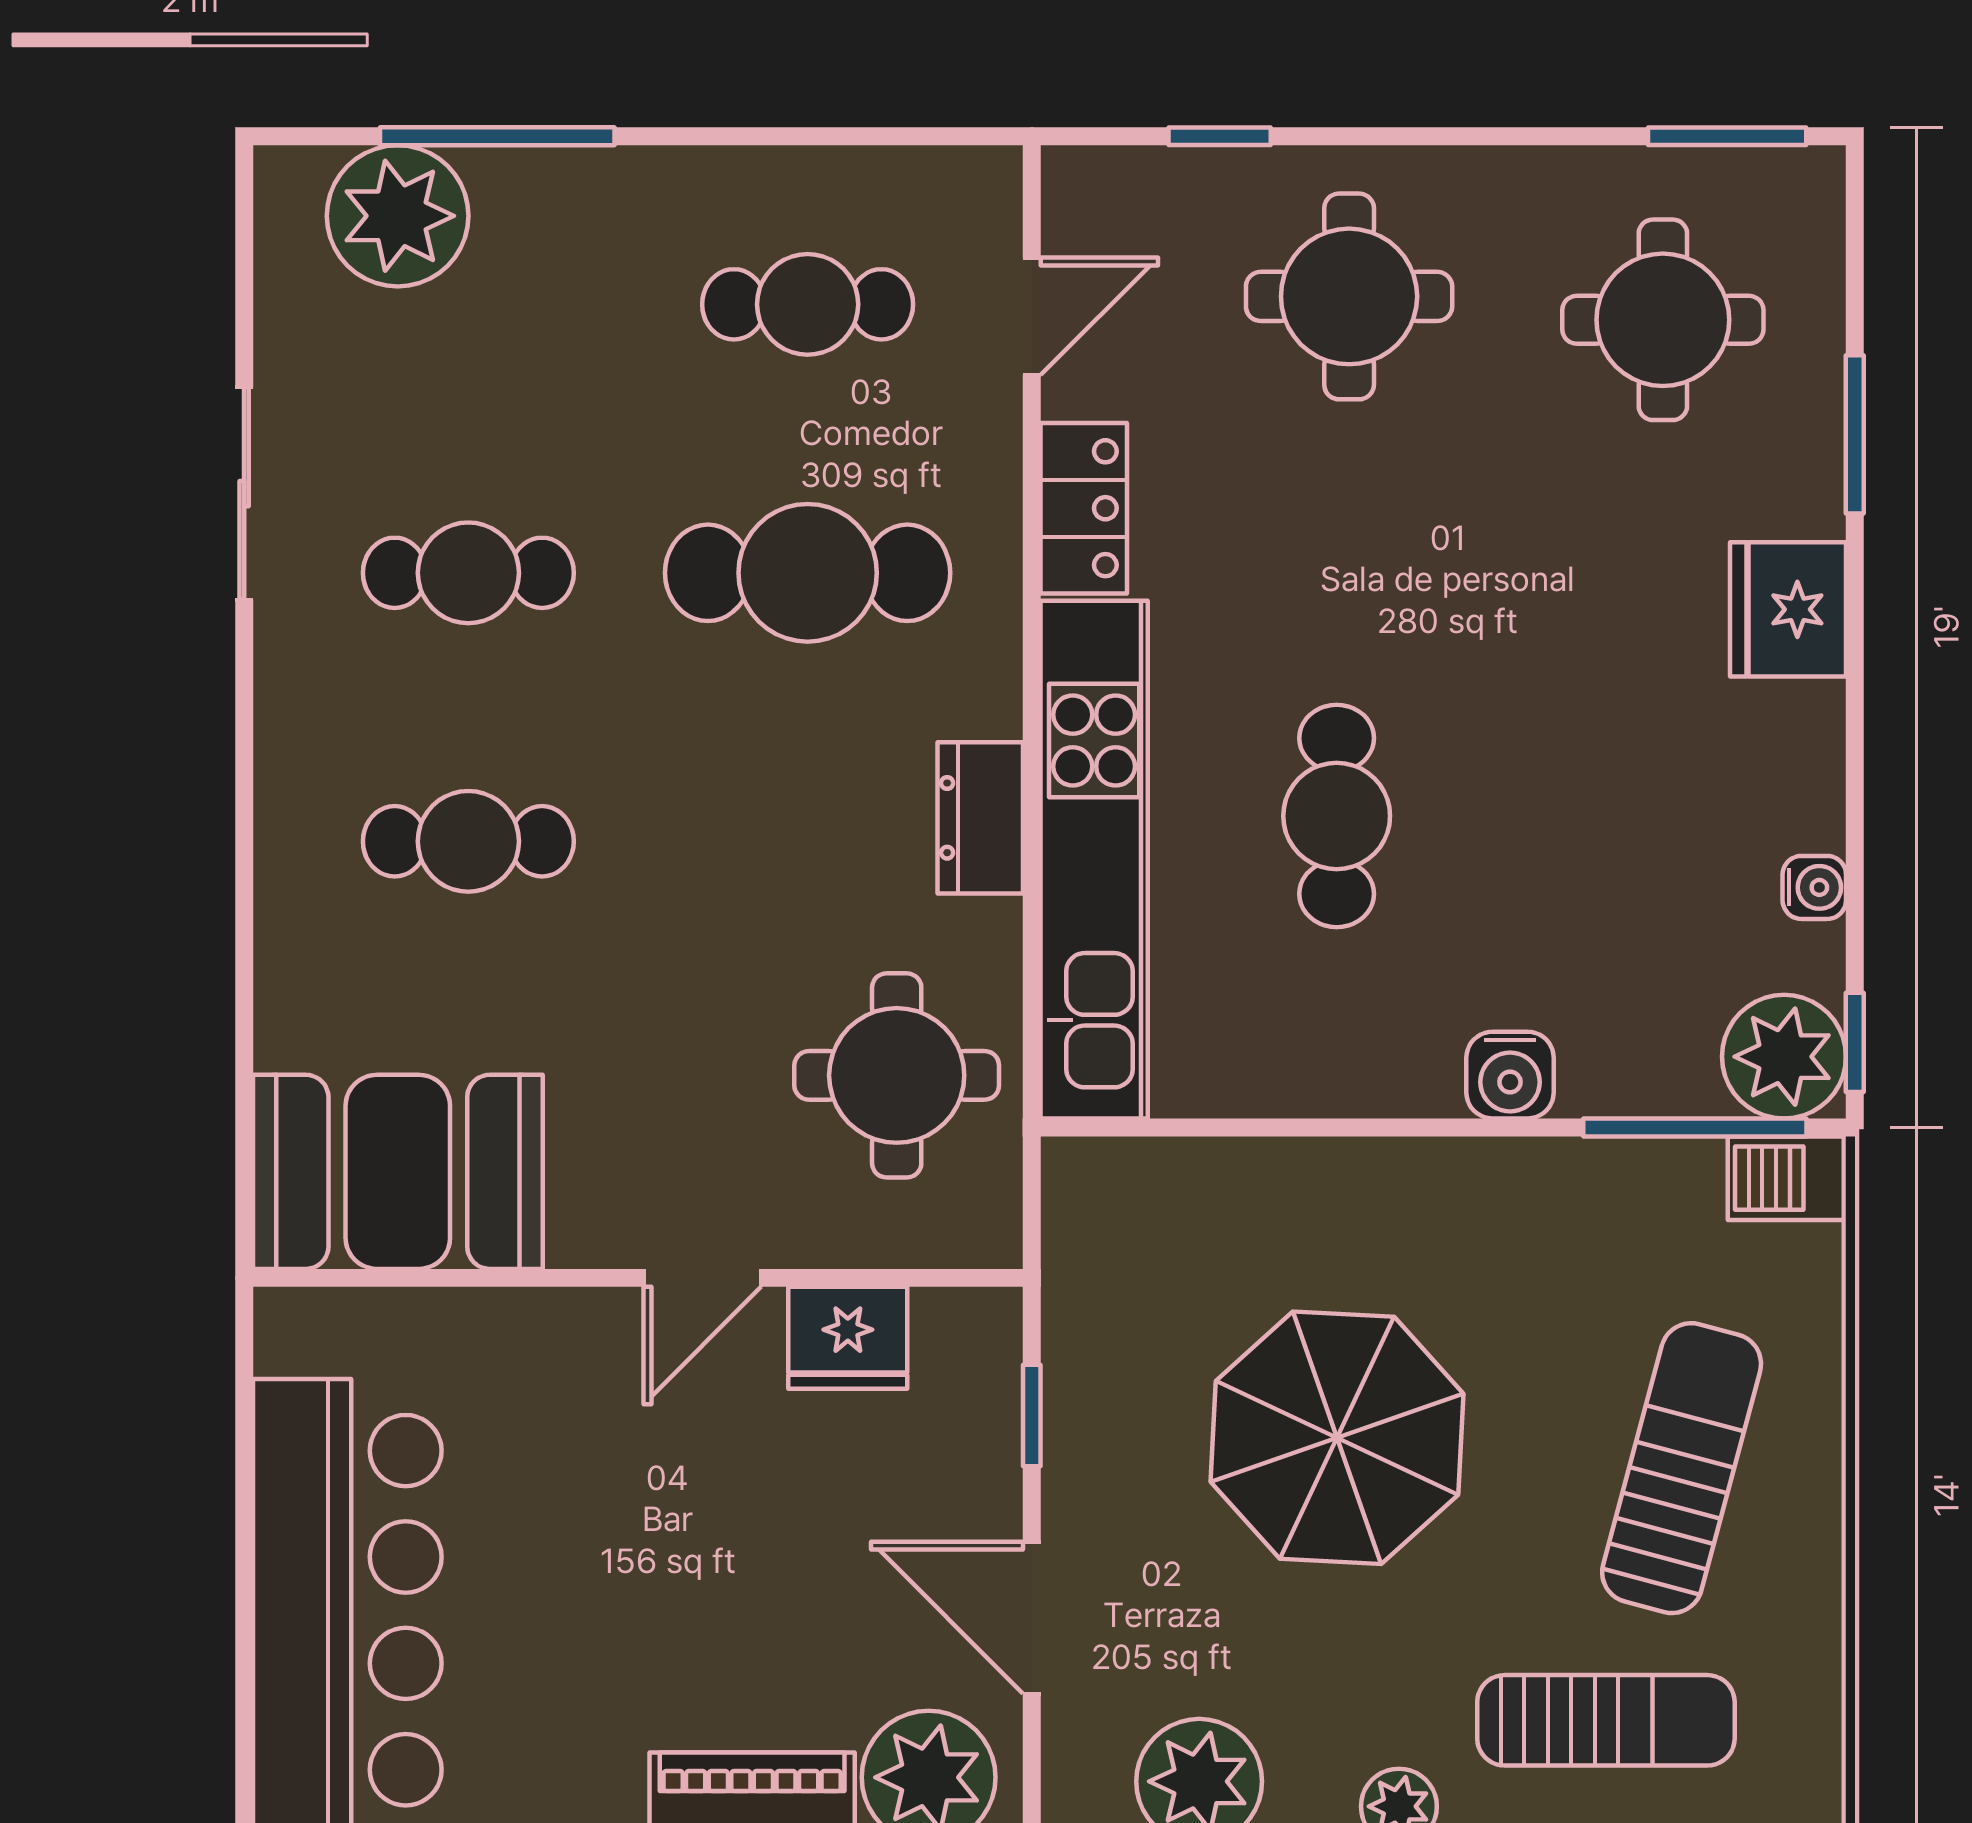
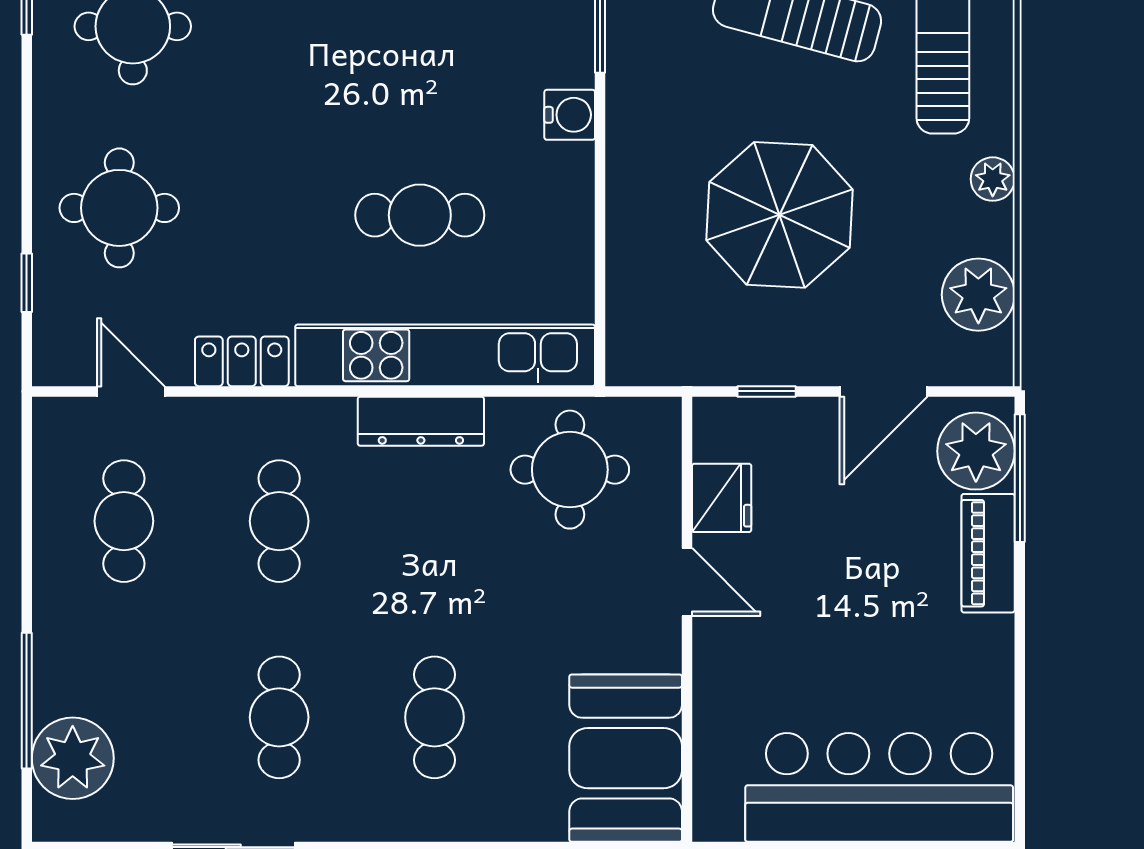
cafe table: (808, 573) -> (279, 521), width x0.73, depth x0.74
dresser: (980, 818) -> (421, 421), width x1.44

